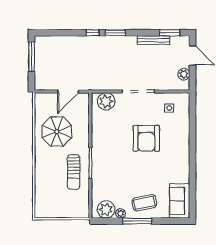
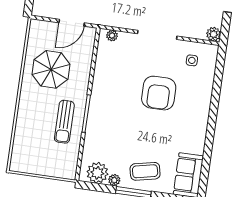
plant: (184, 74) -> (213, 34), moved
plant: (106, 101) -> (112, 36), width x0.53, depth x0.53

